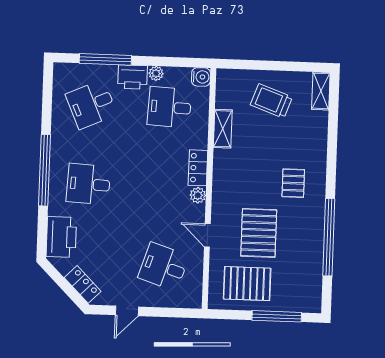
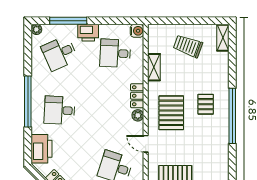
plant: (156, 73) -> (36, 29), moved
pallet: (259, 233) -> (171, 113), moved
window: (329, 237) -> (232, 116), moved

